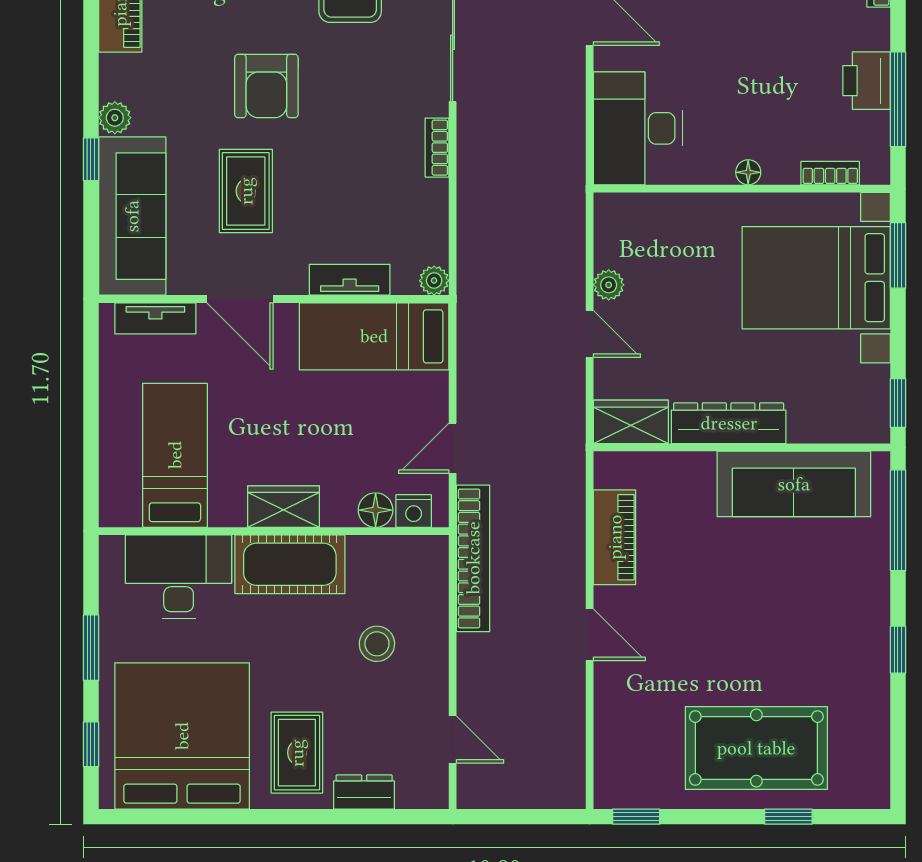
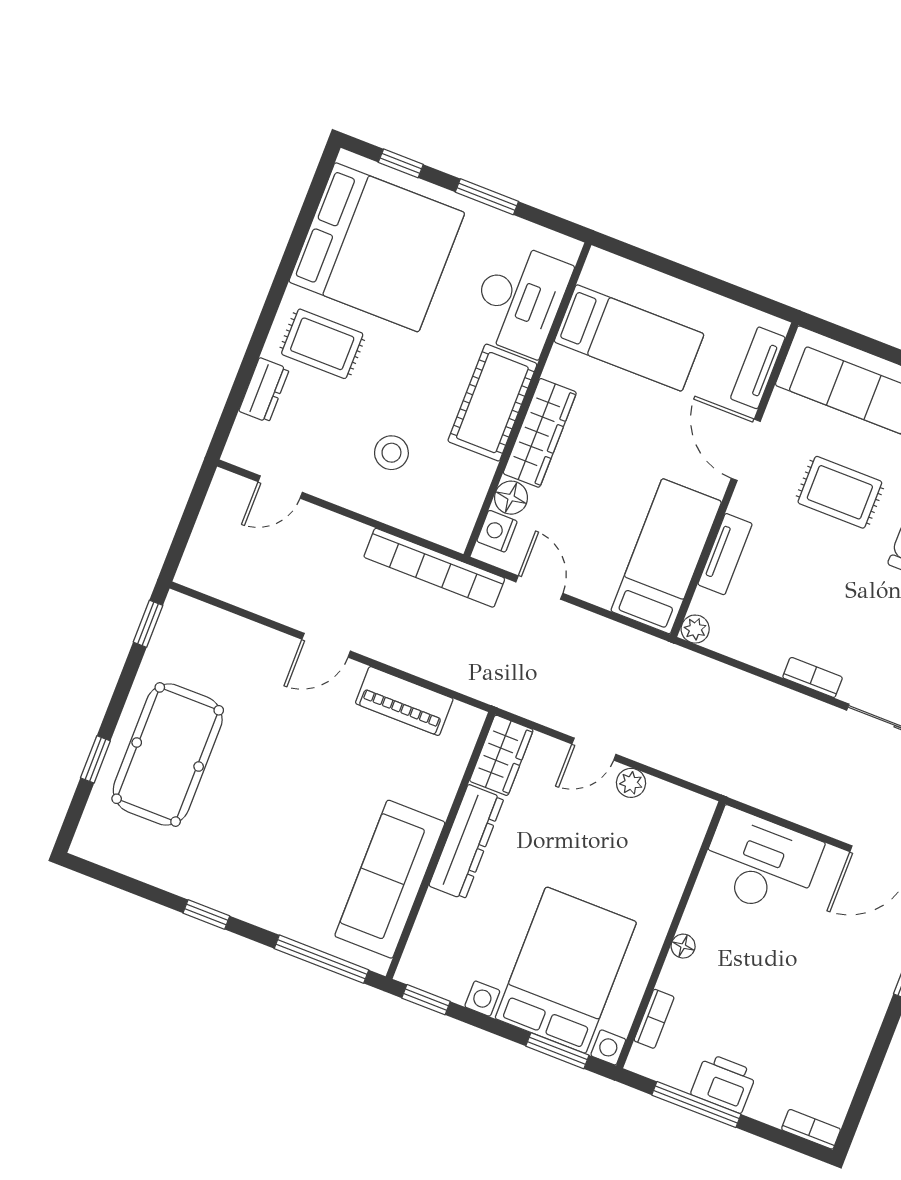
door: (240, 299) -> (746, 450), hinge flipped
wardrobe: (284, 507) -> (540, 433), width x1.50

